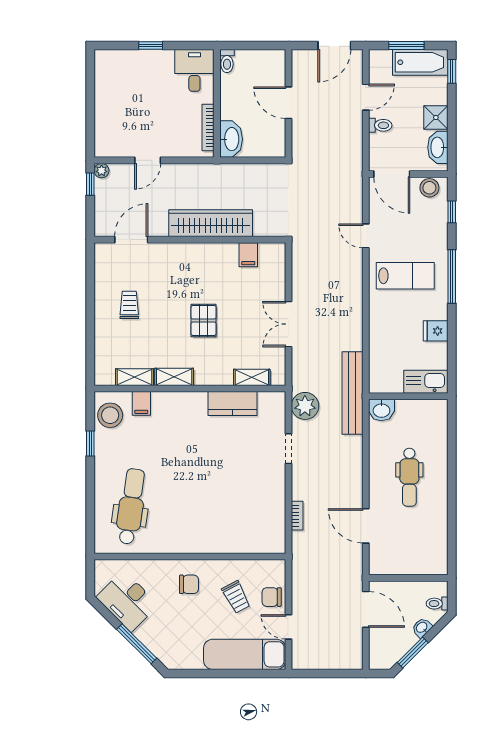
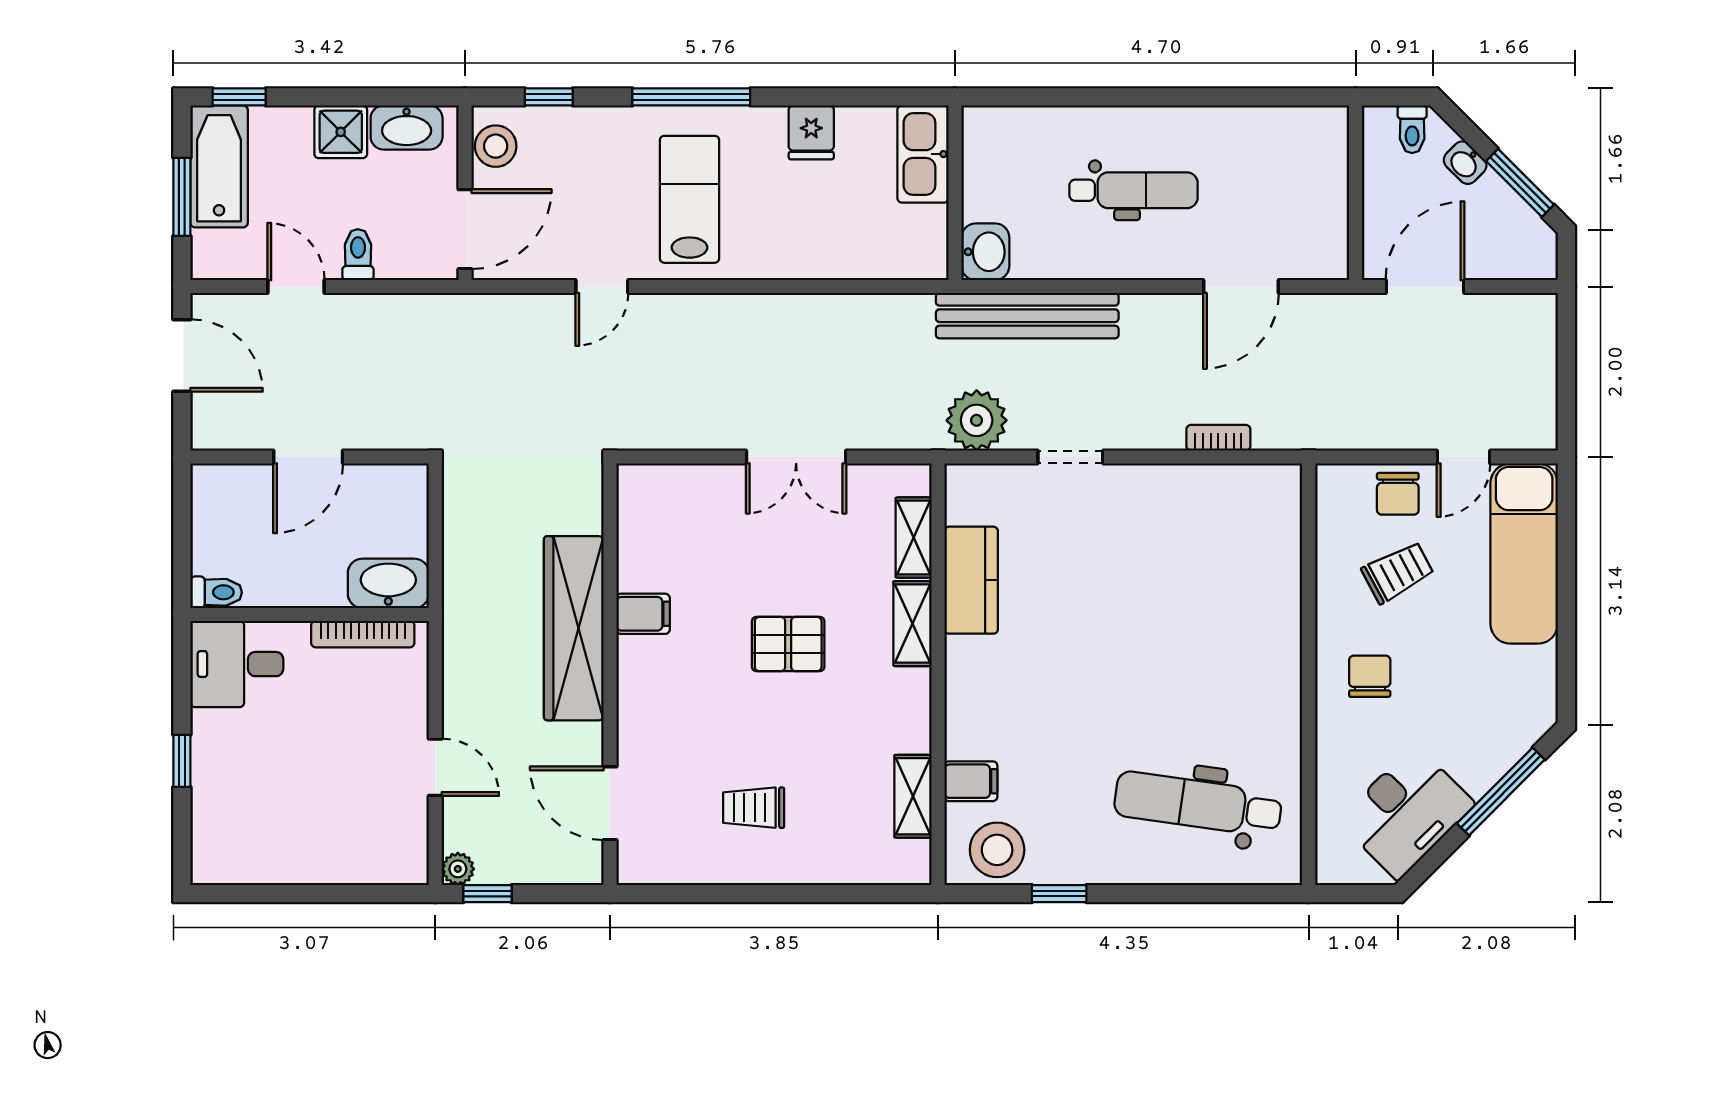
filing cabinet: (248, 255) -> (643, 614), moved
shelving: (174, 377) -> (912, 624), moved
bench: (352, 393) -> (1027, 316), moved

